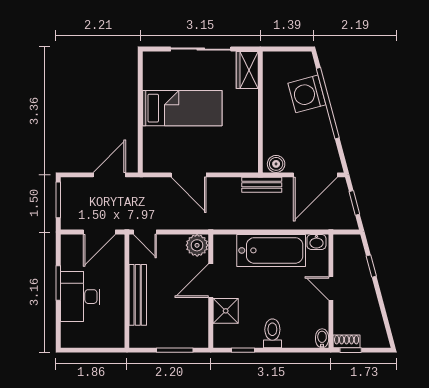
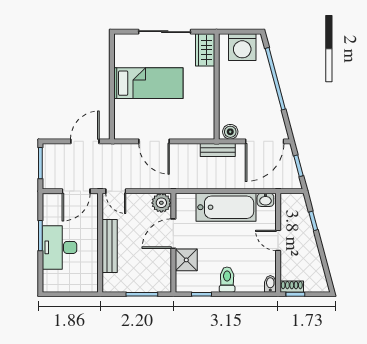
washing machine: (307, 94) -> (242, 47), moved, turned -75

